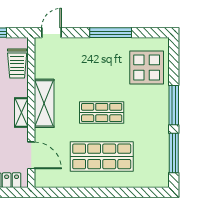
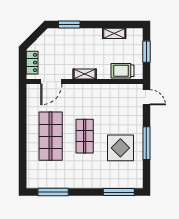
display table: (147, 67) -> (120, 148), moved
shelving: (44, 103) -> (92, 92), removed
window: (174, 105) -> (119, 192), moved

